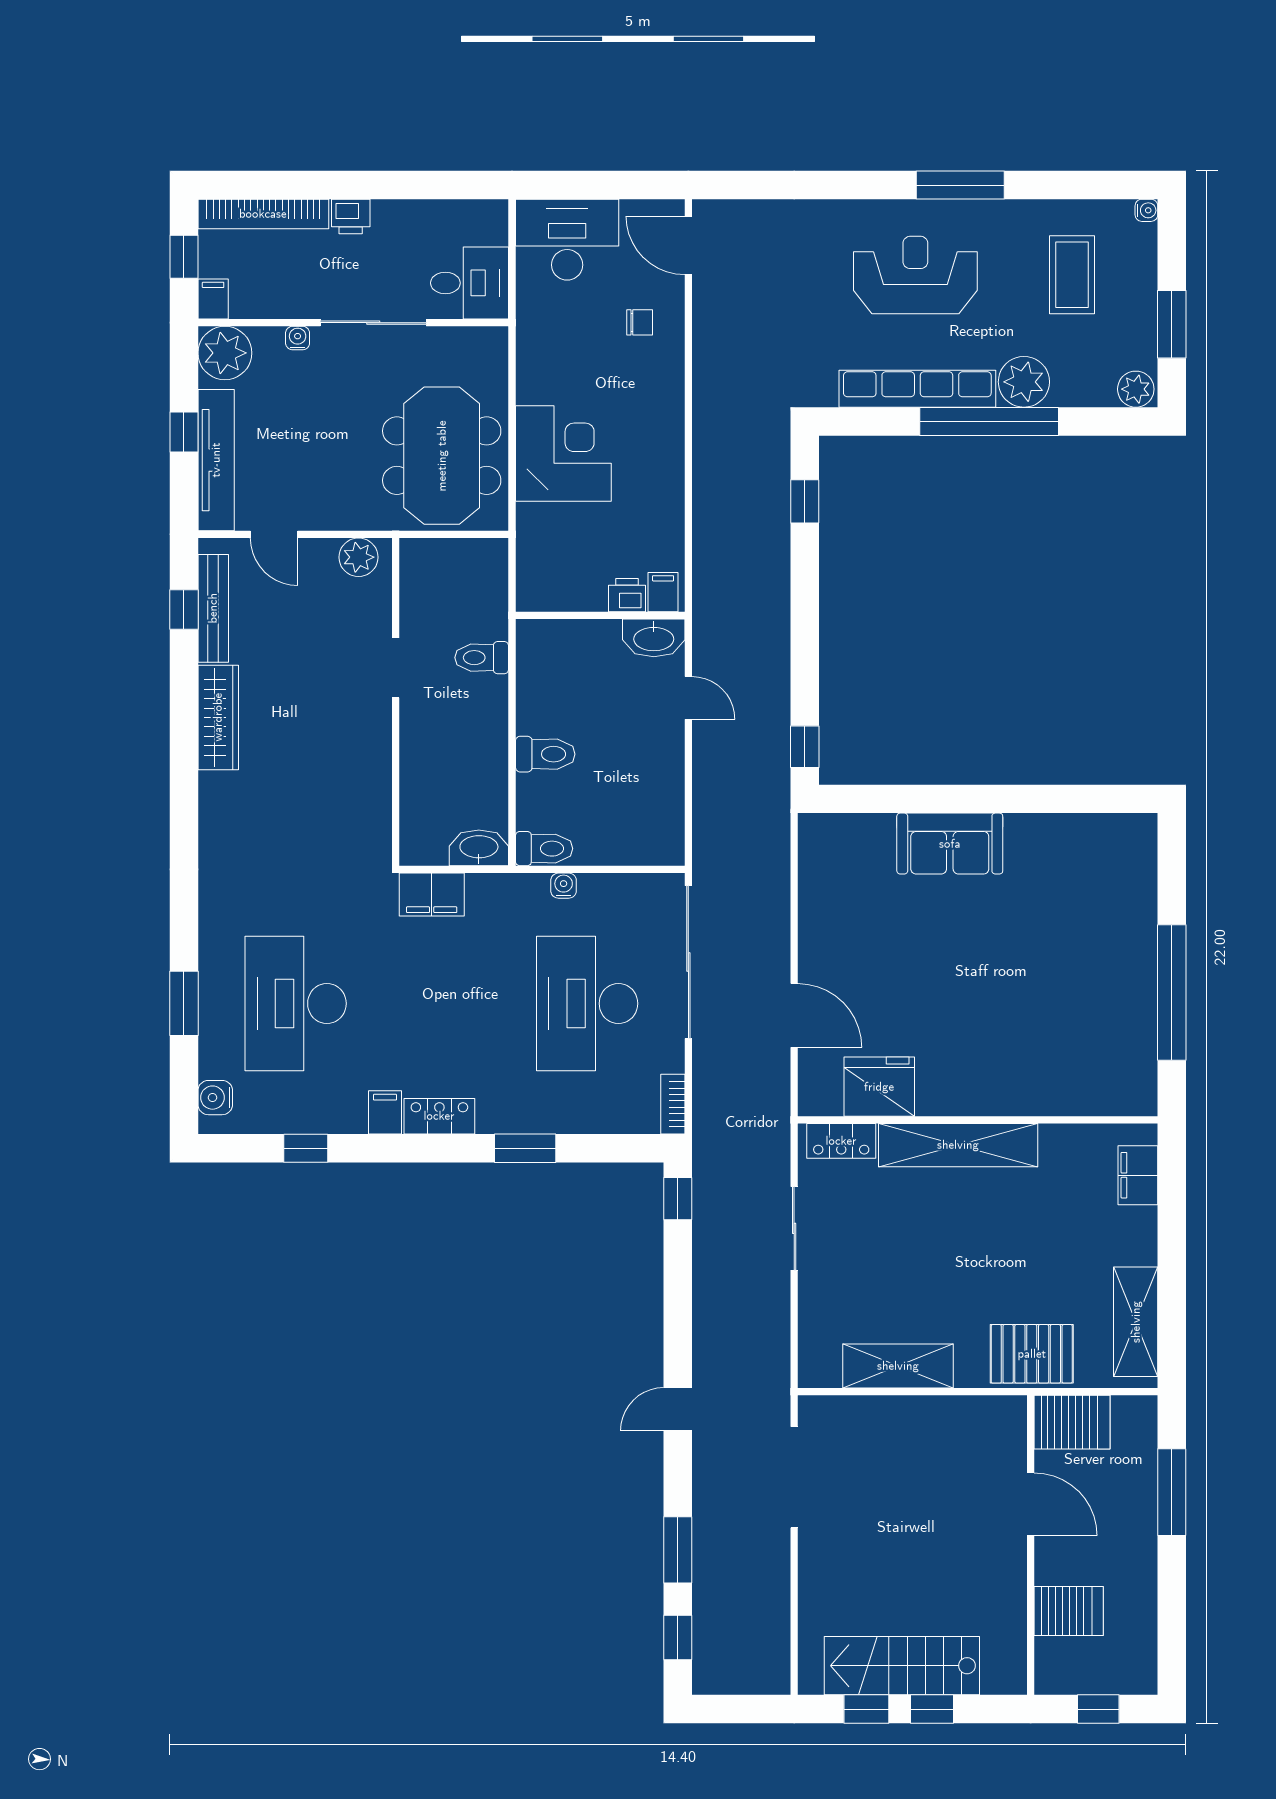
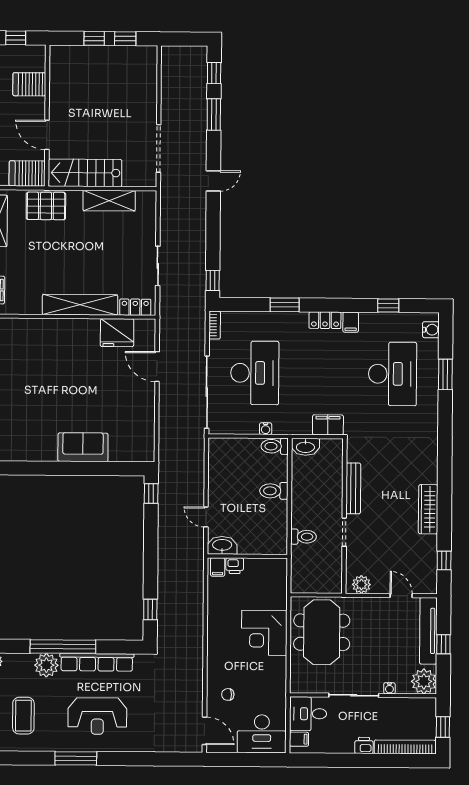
filing cabinet: (213, 299) -> (299, 739), moved, turned -90
bench: (213, 608) -> (353, 488), moved
stairs: (902, 1666) -> (85, 173), moved, turned 180

